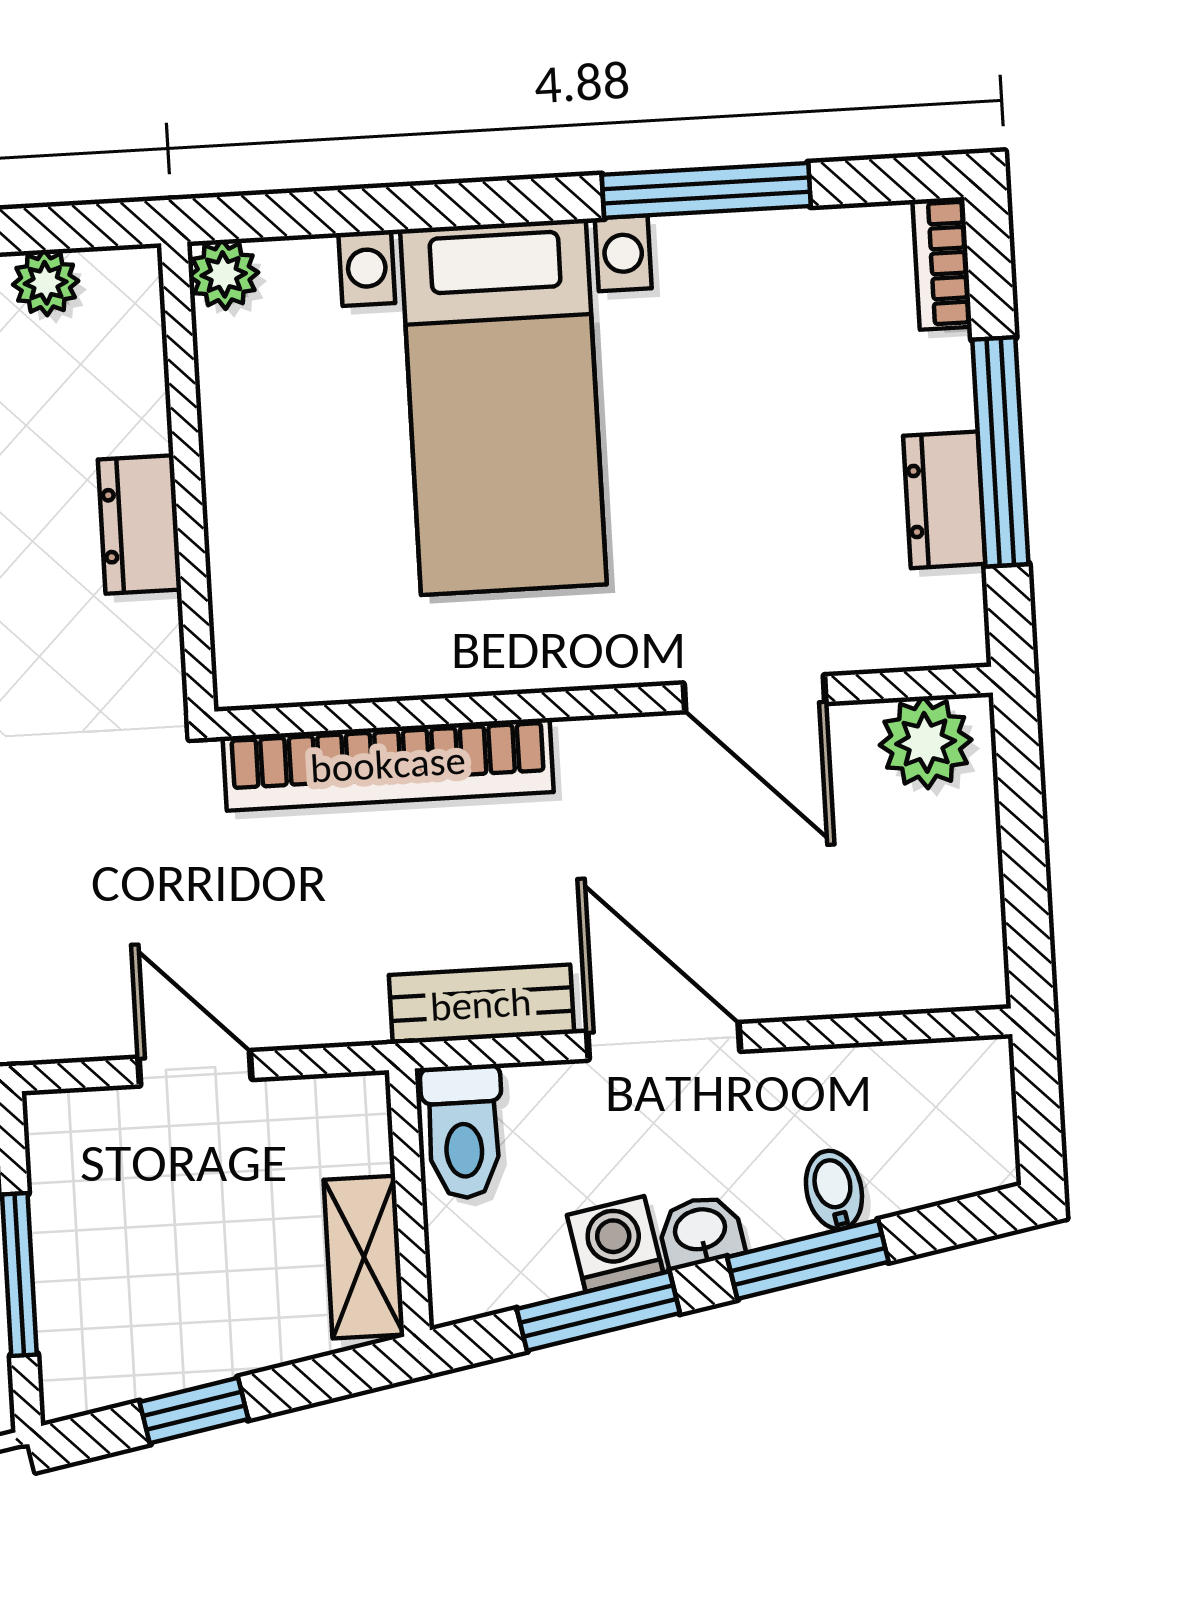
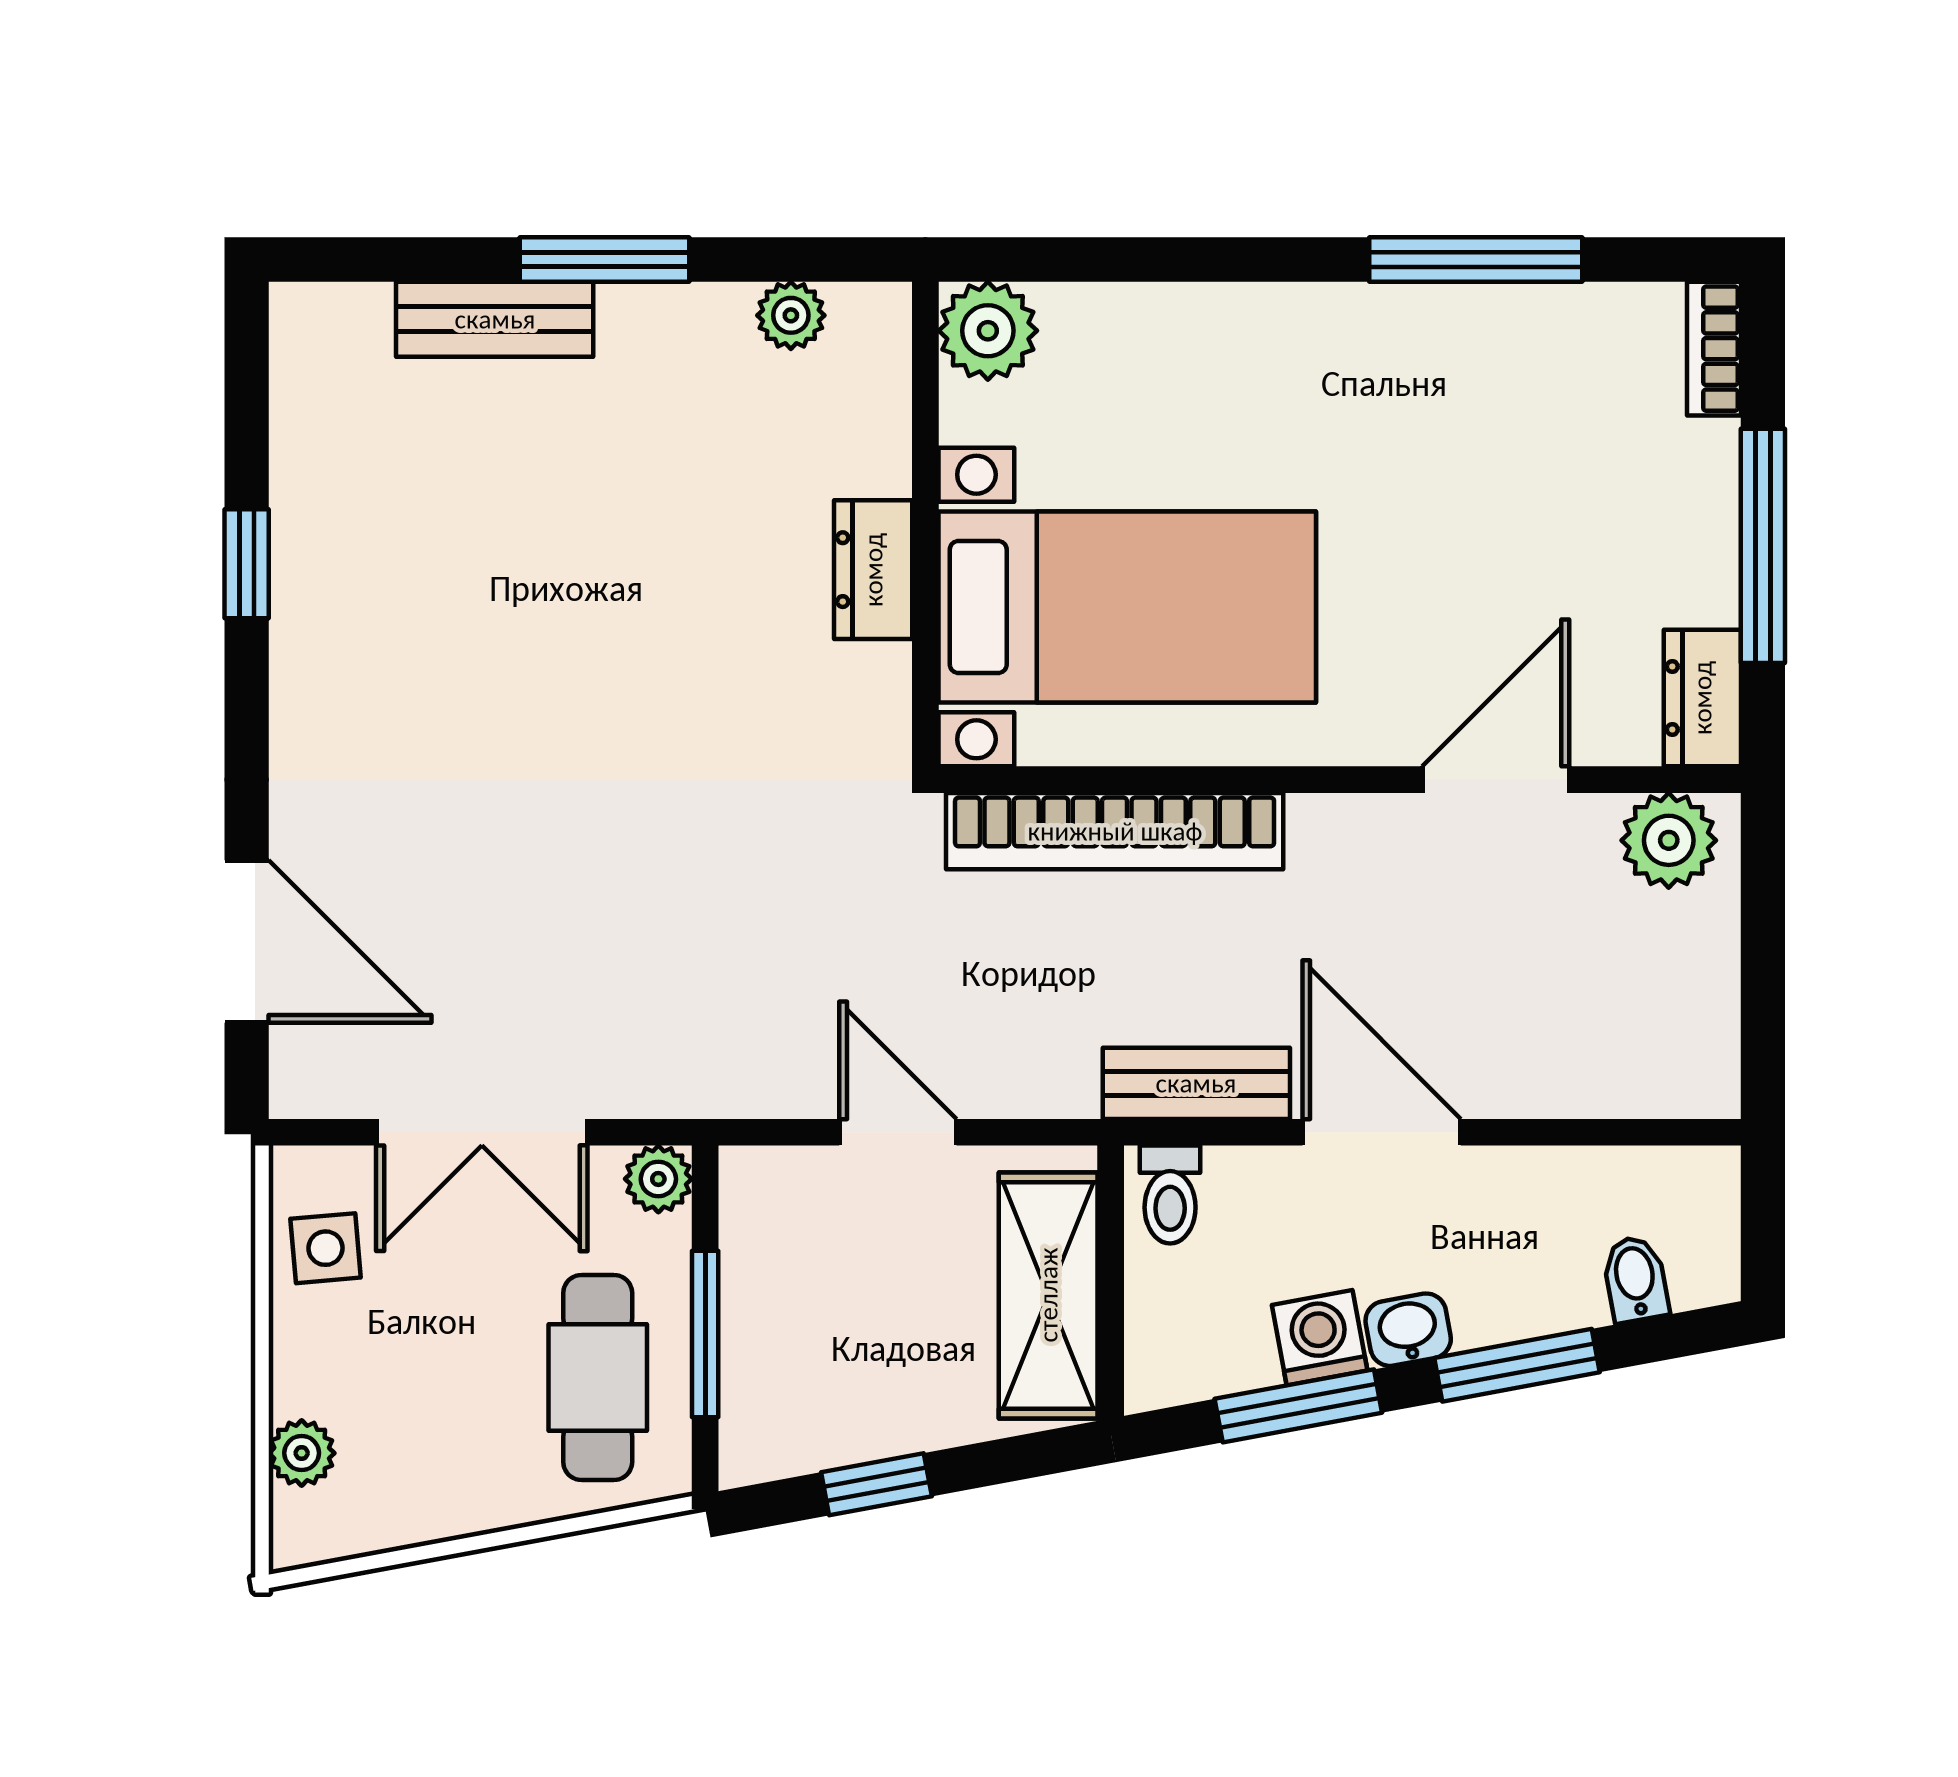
plant: (224, 274) -> (988, 331), width x1.38, depth x1.38
bed with nightstands: (503, 407) -> (1127, 607), moved, turned -90
dresser: (944, 500) -> (1702, 698), moved
door: (754, 693) -> (1496, 780), swing flipped
toilet: (463, 1132) -> (1170, 1195), width x0.73, depth x0.72
bidet: (834, 1190) -> (1635, 1279), moved
shelving: (364, 1257) -> (1048, 1295), width x1.50, depth x1.33

